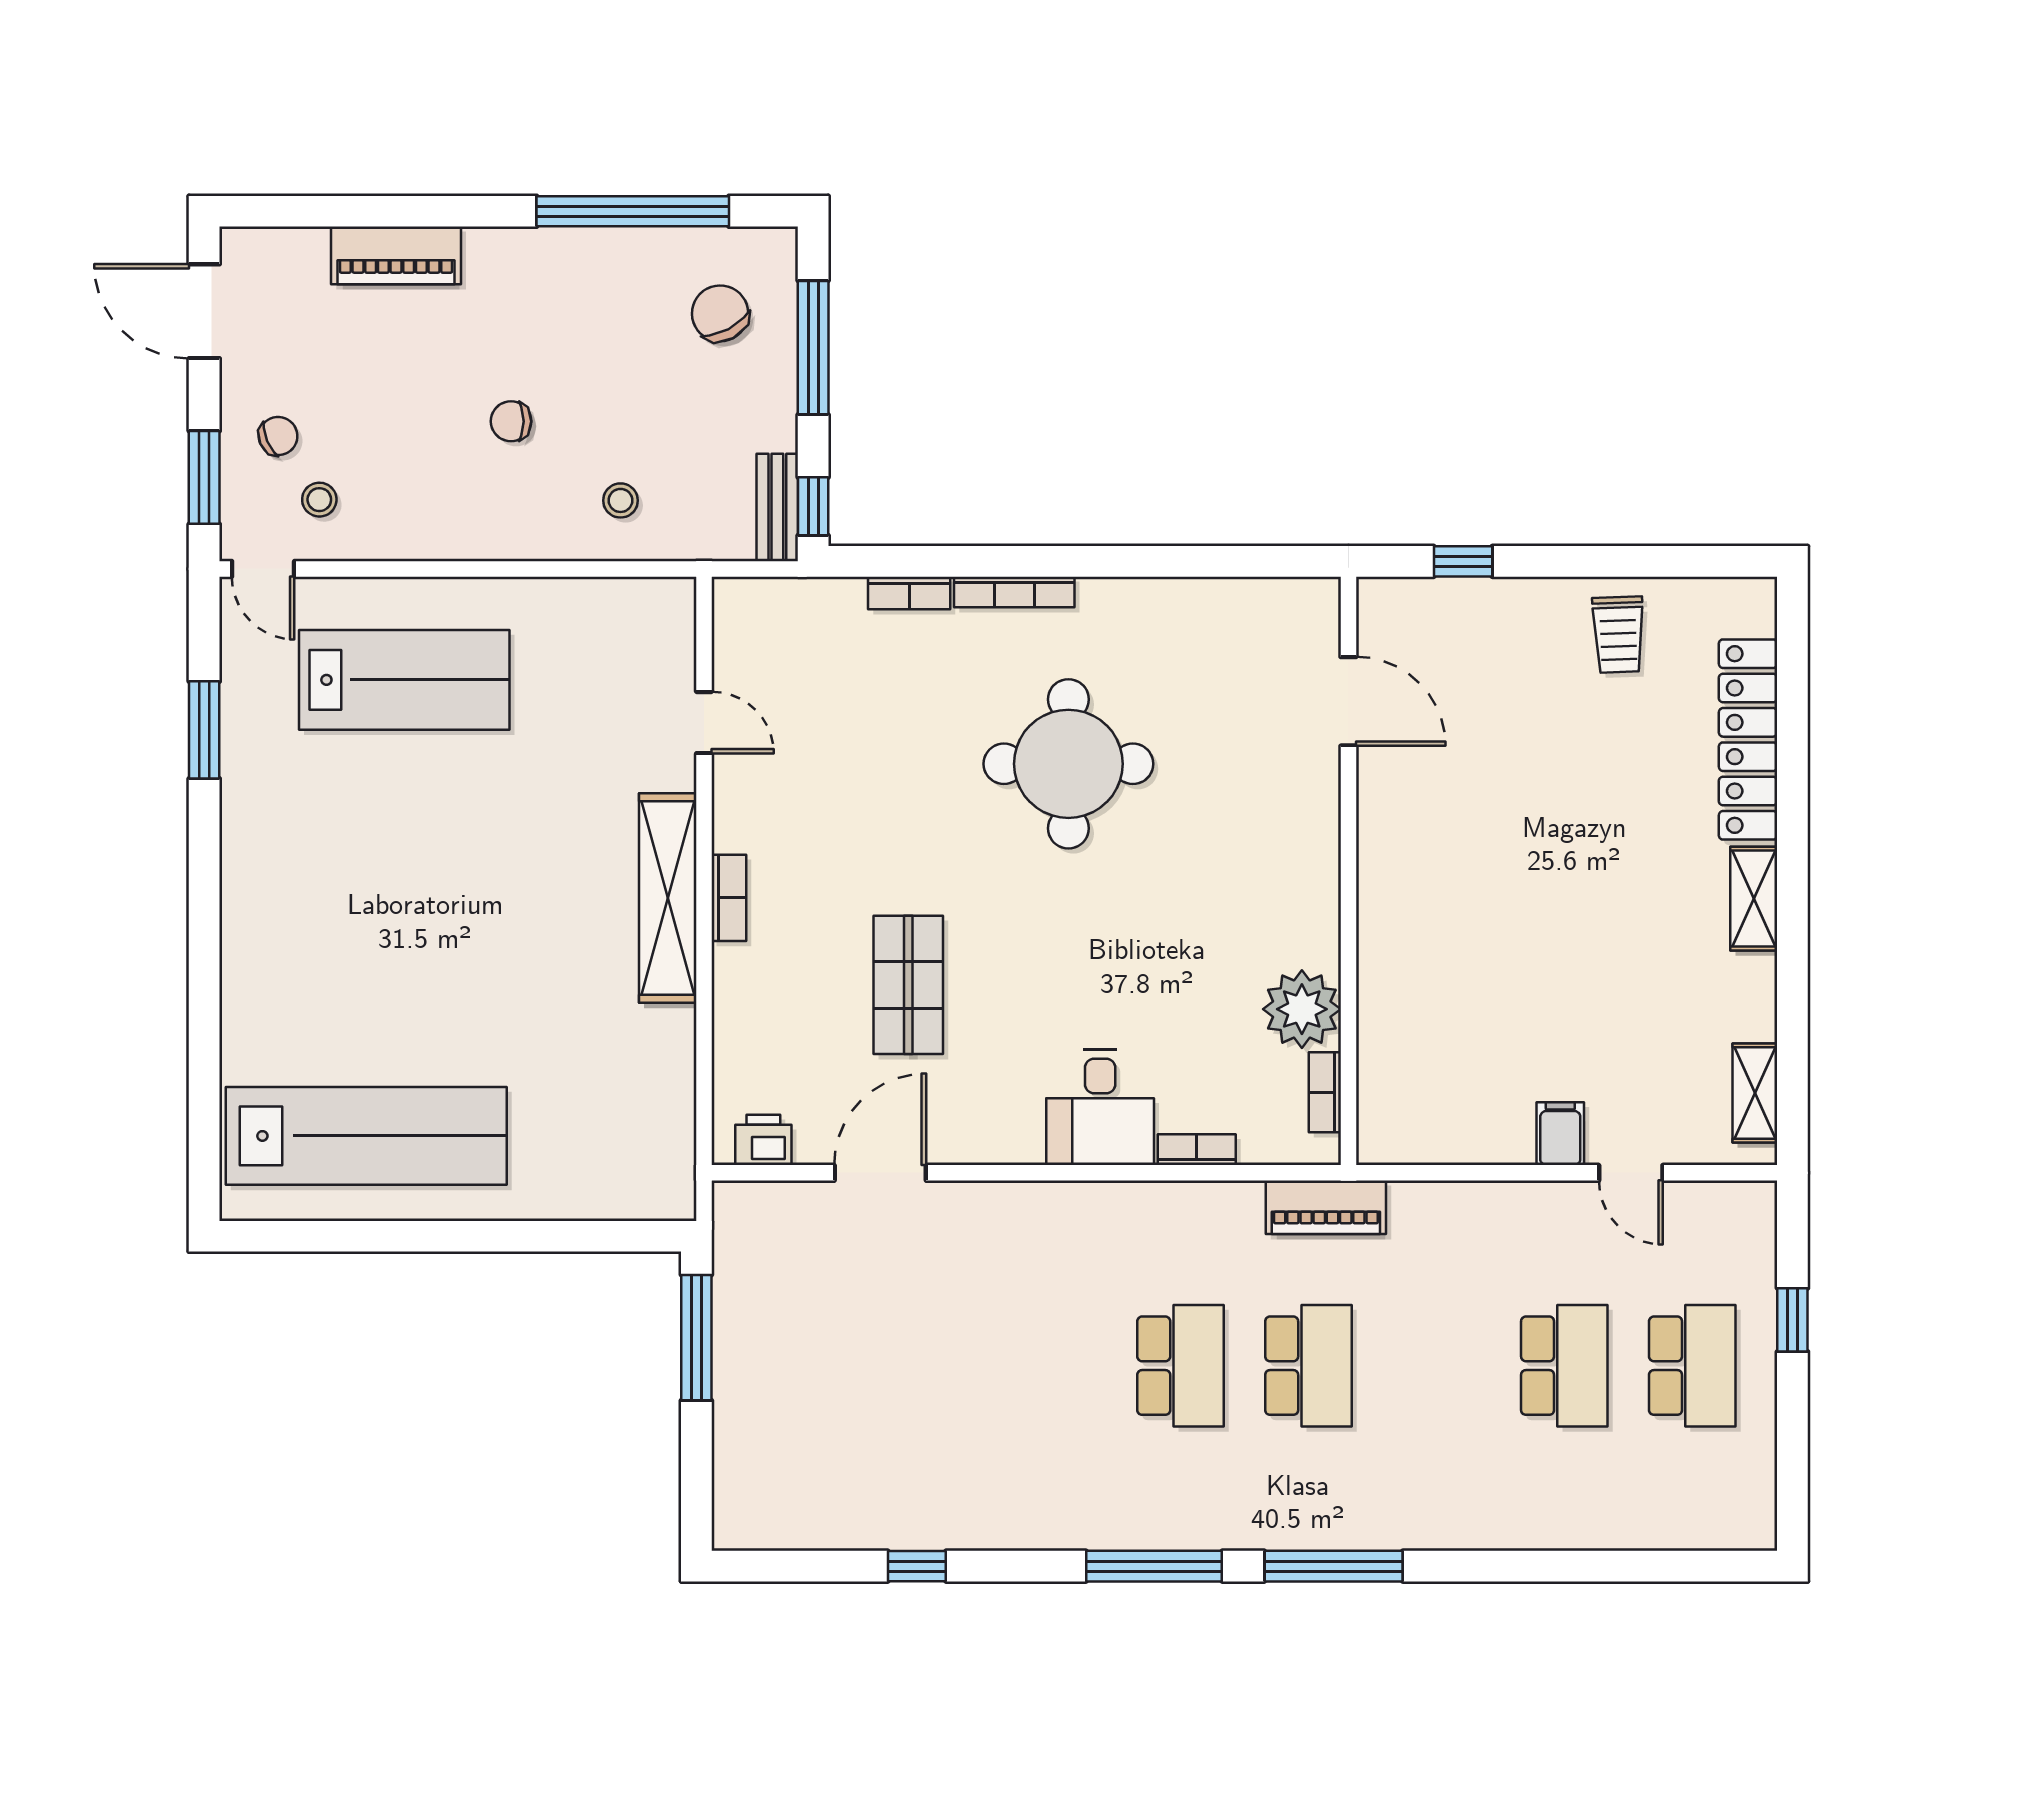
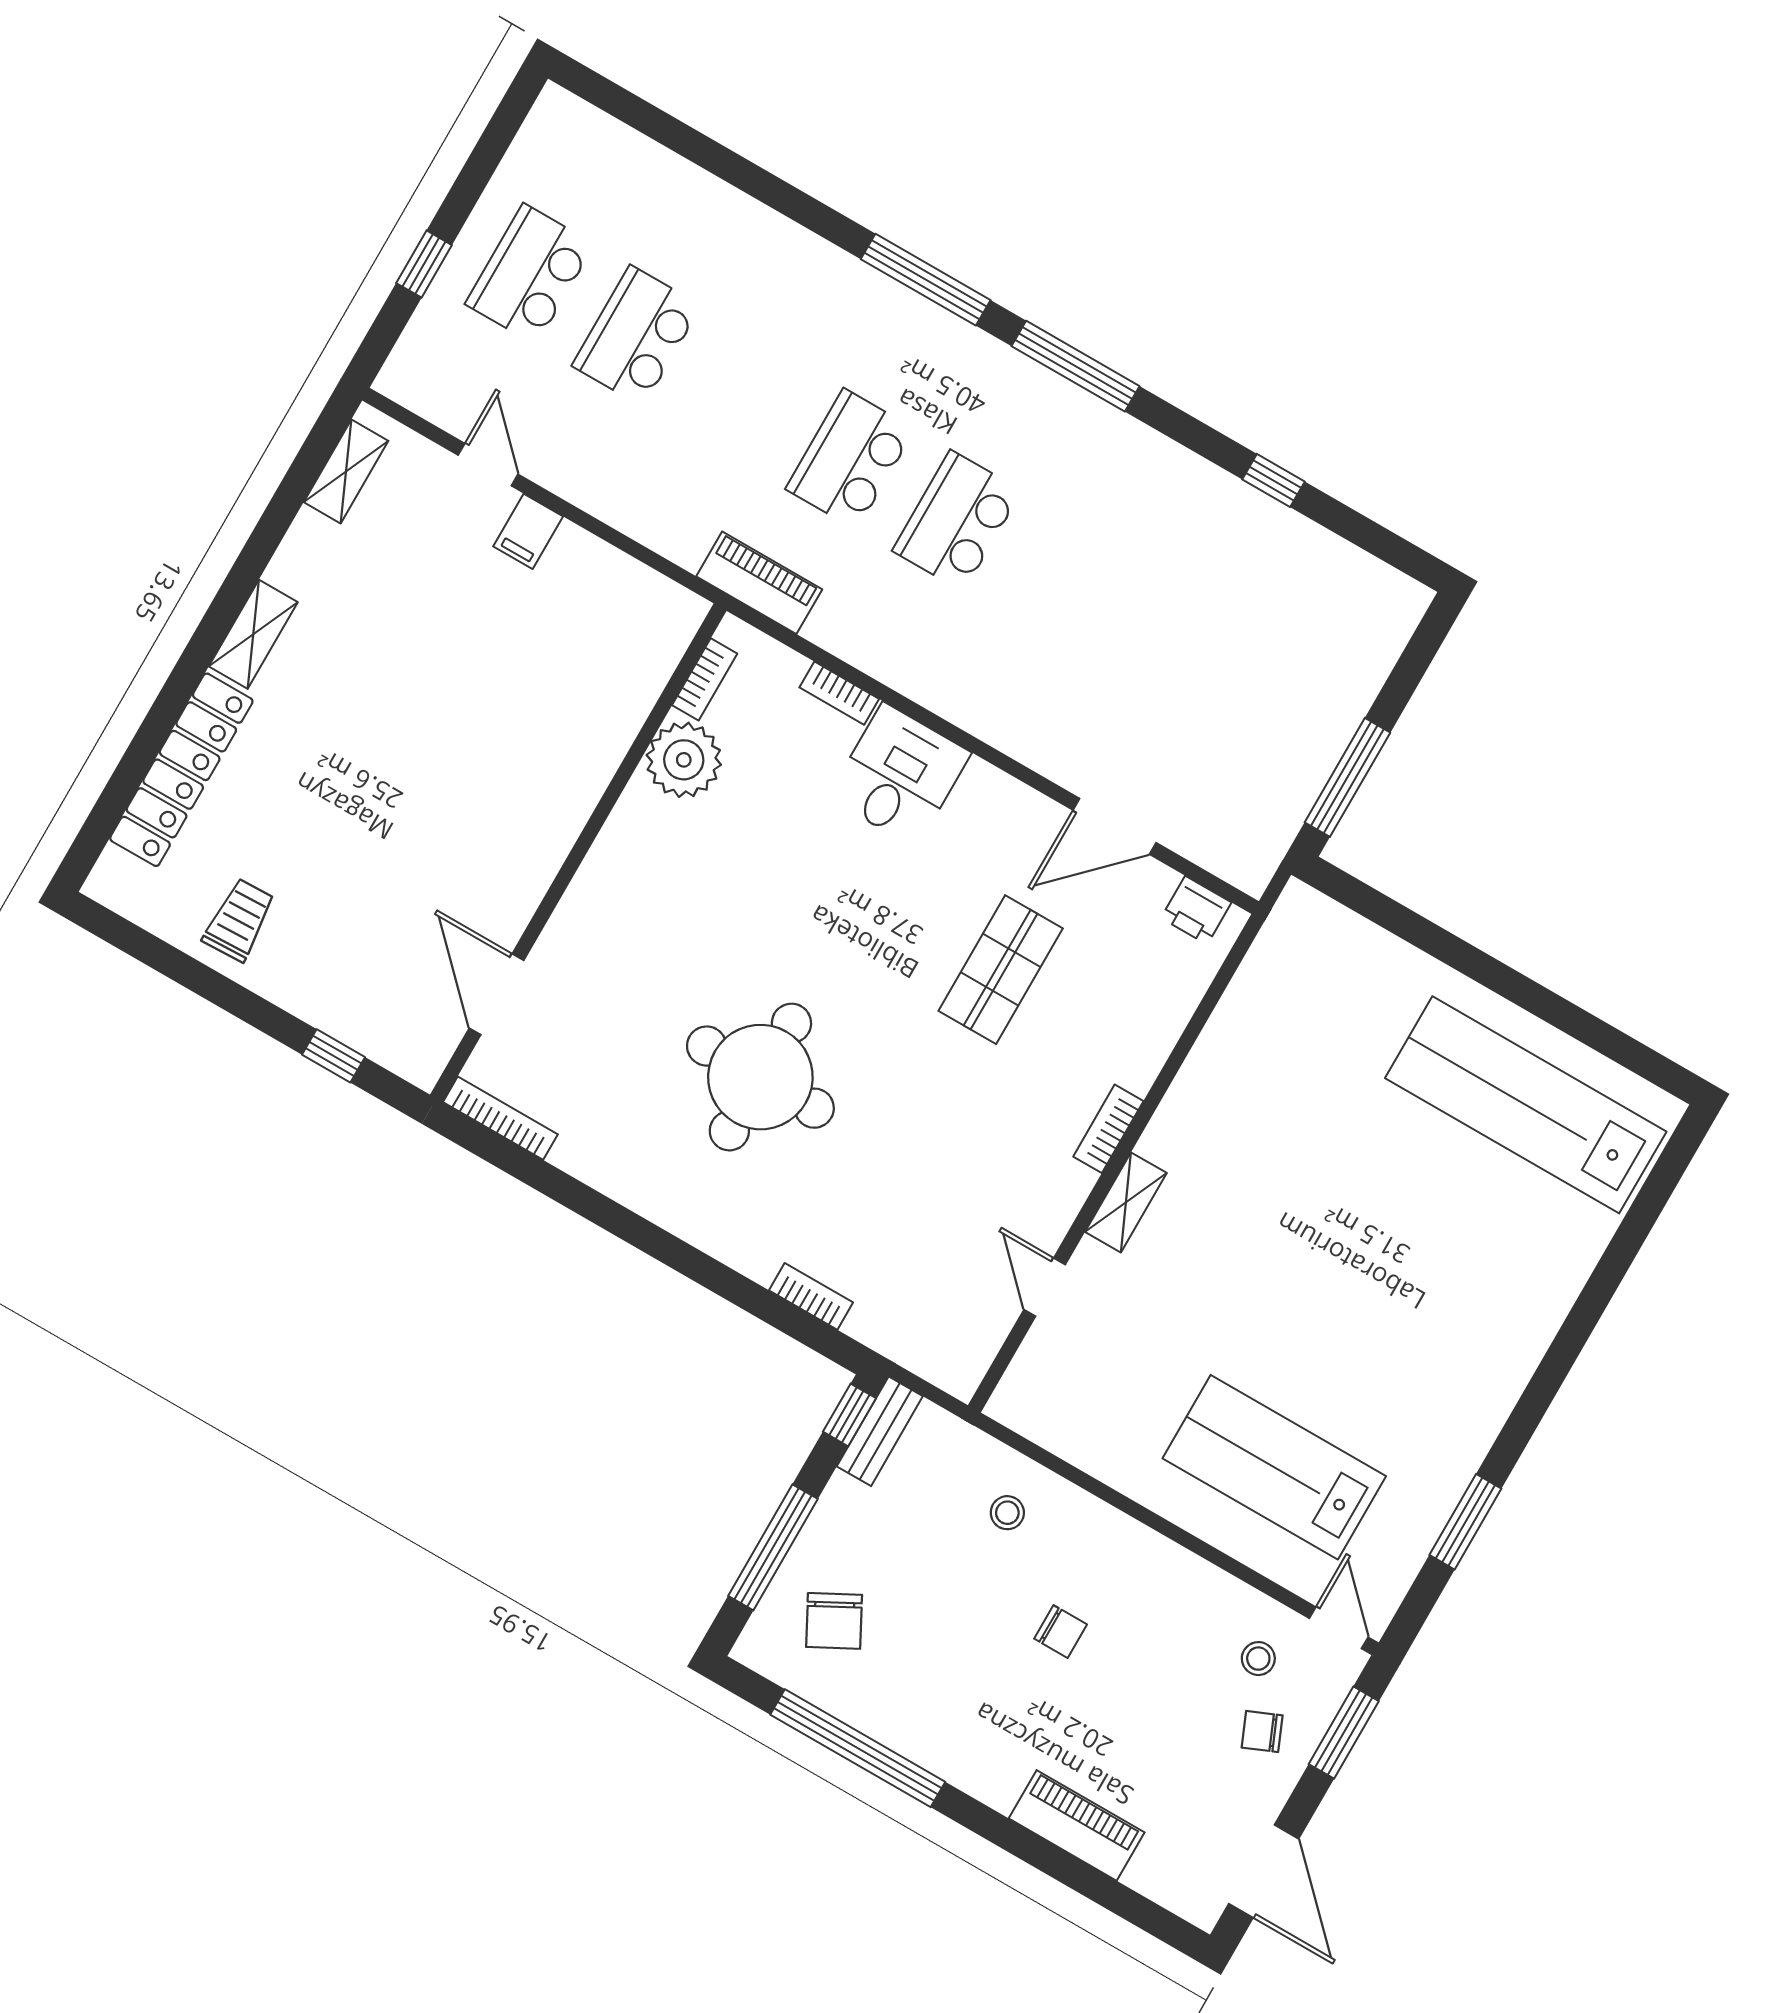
bookcase: (1014, 592) -> (500, 1118), moved
shelving: (668, 898) -> (1126, 1202), width x0.45, depth x0.75

